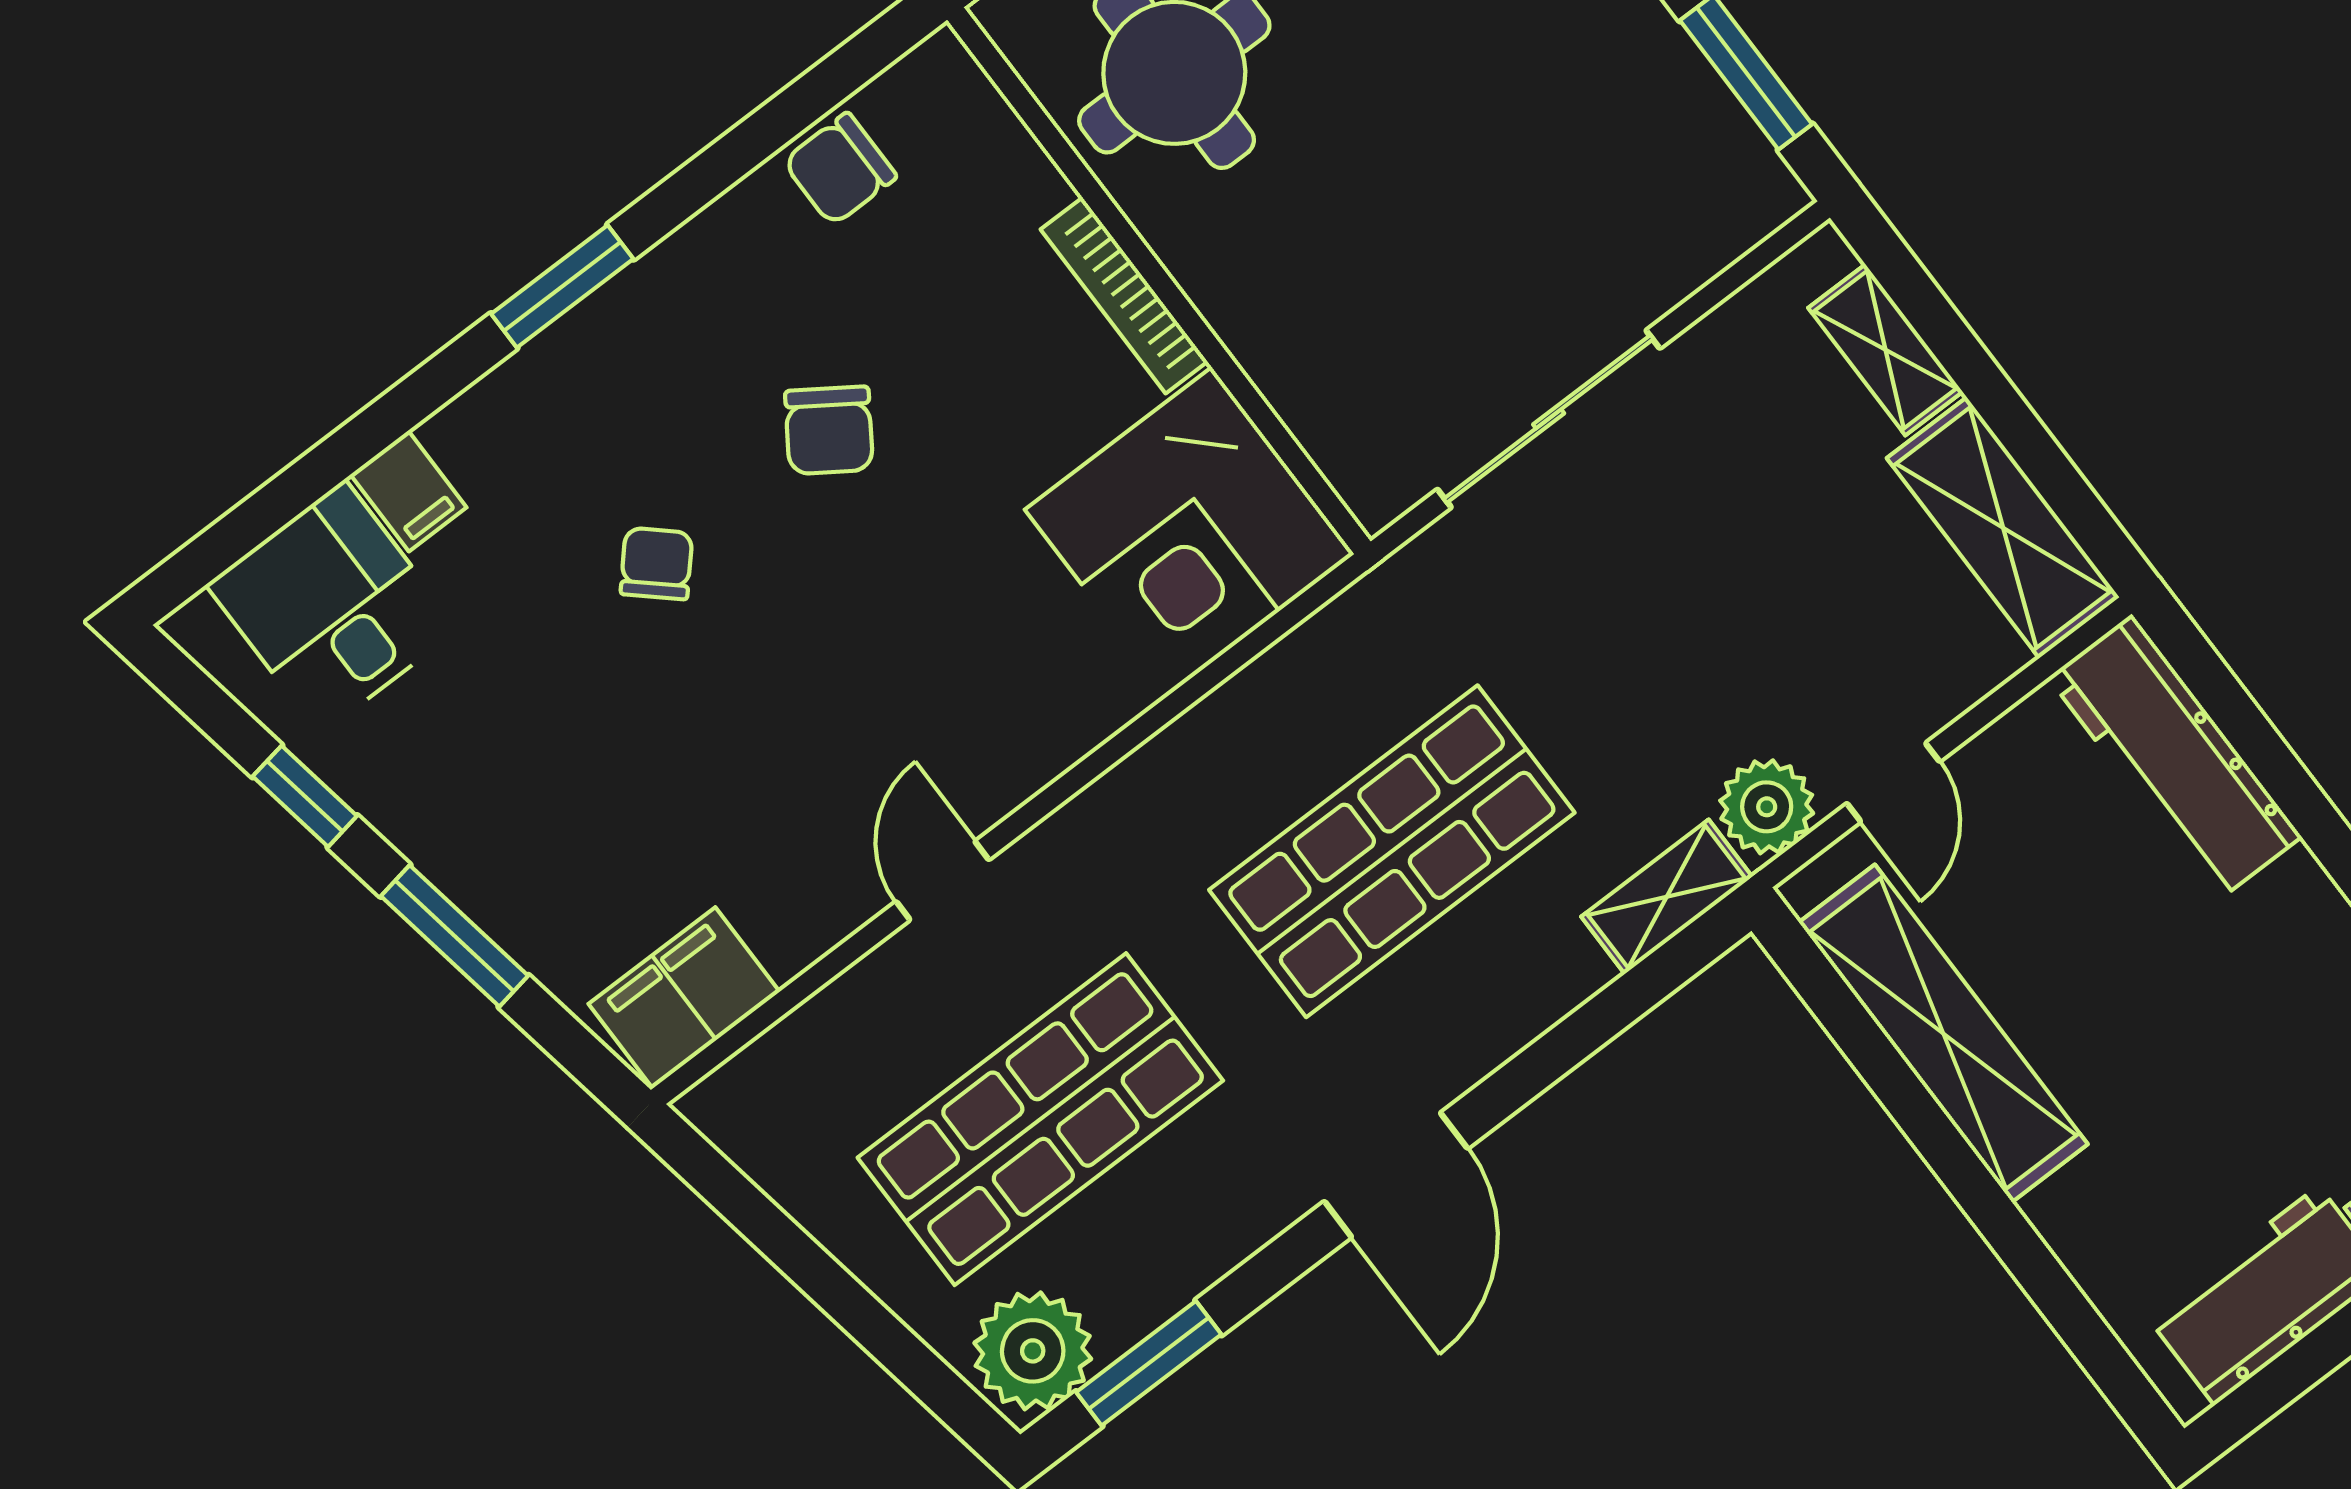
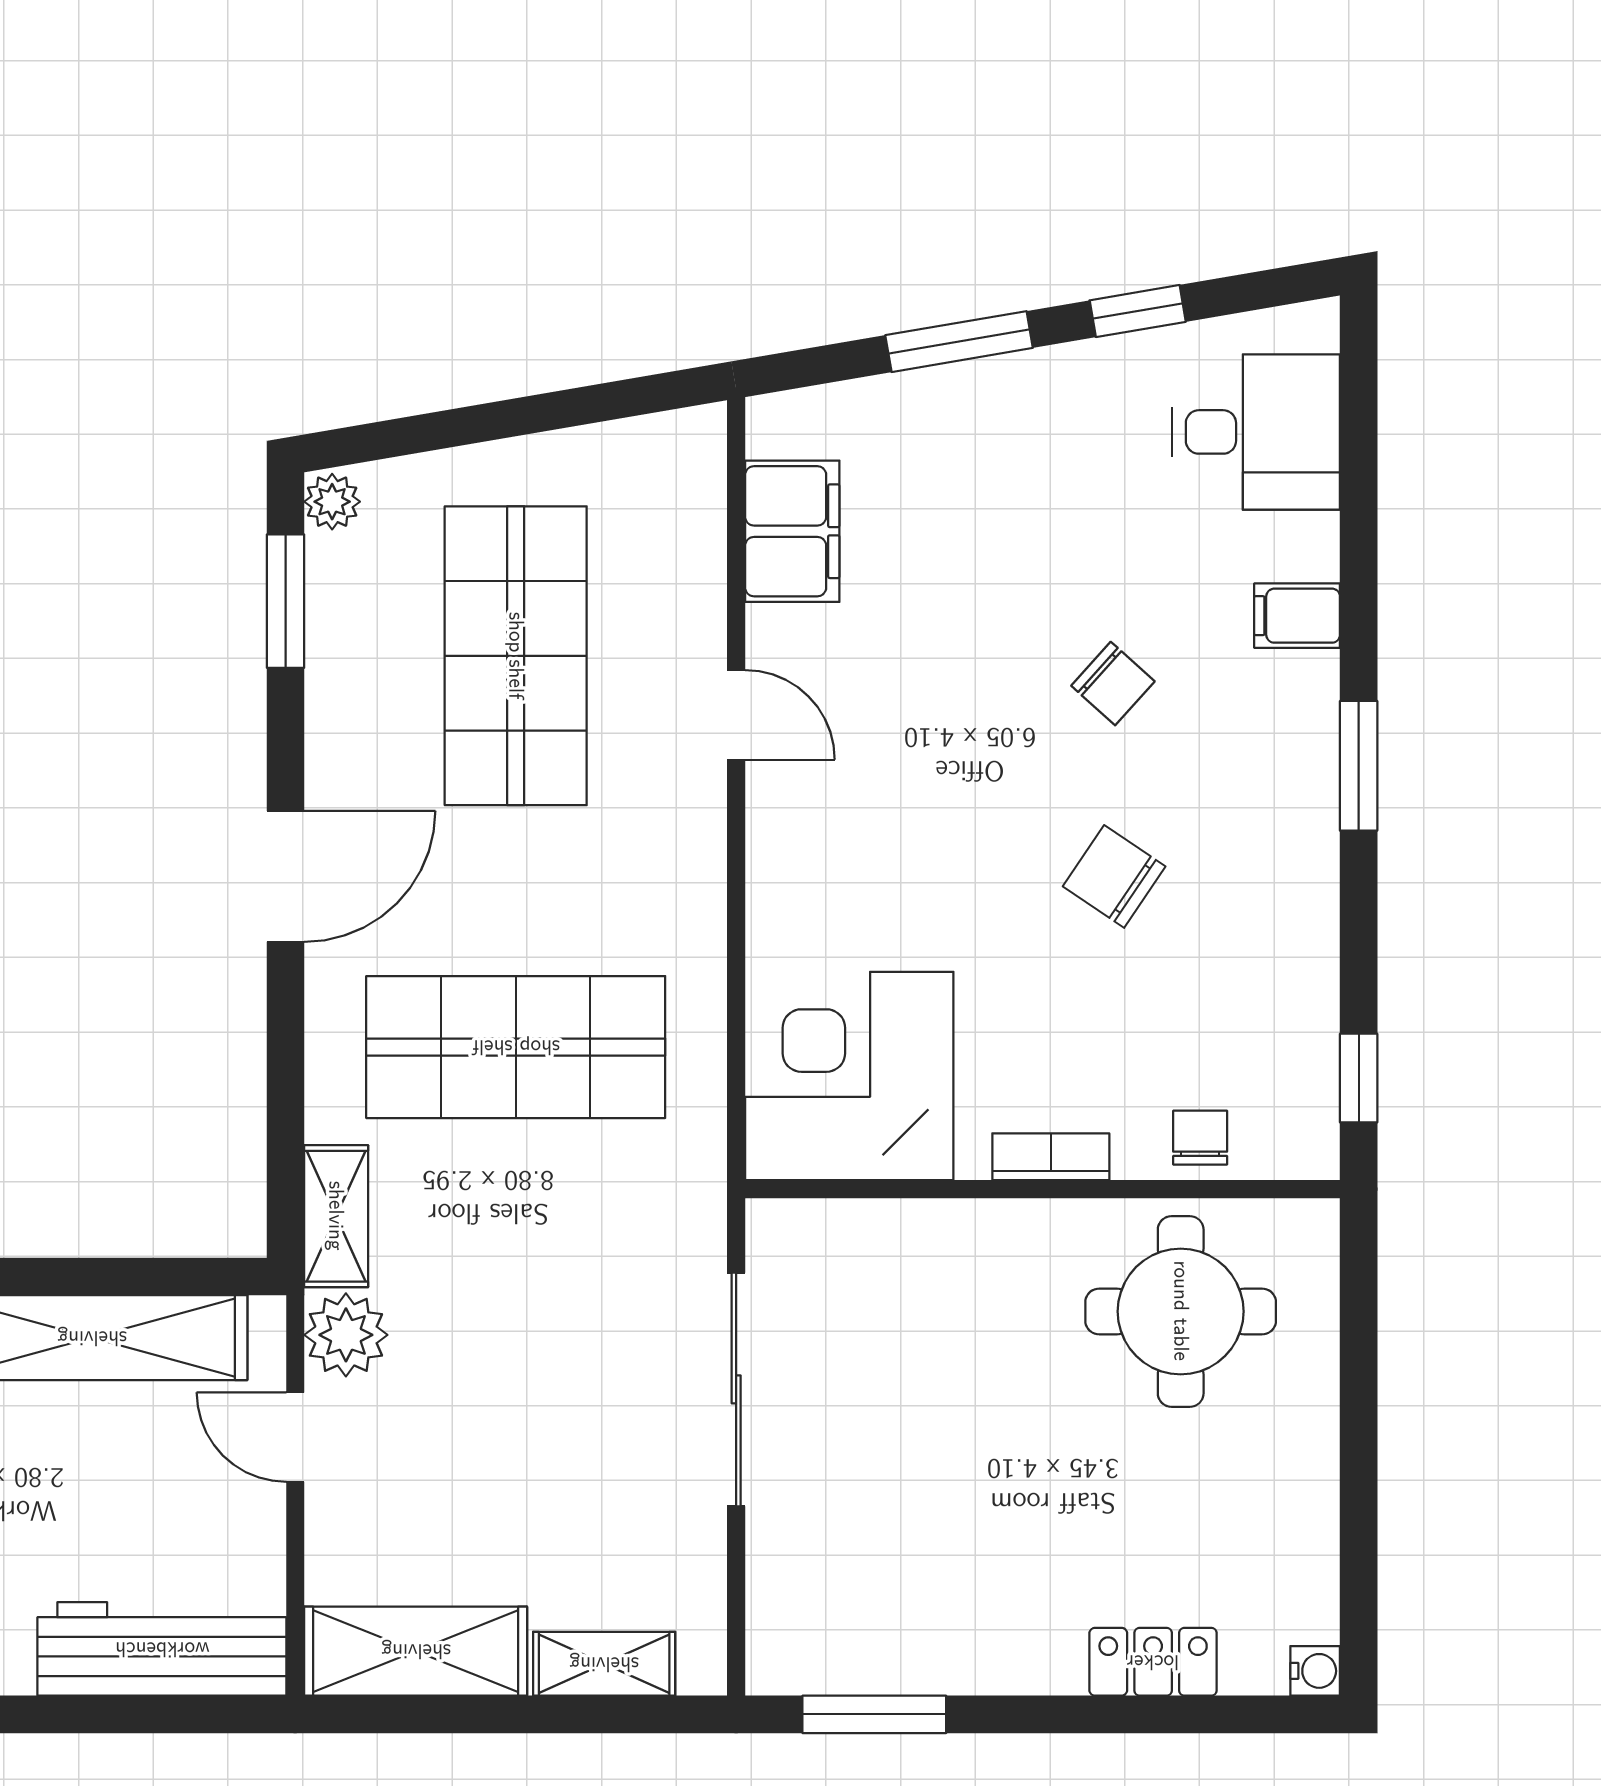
window: (843, 73) -> (1359, 1078), added
chair: (840, 169) -> (1200, 1138), moved, width x0.73, depth x0.73
bookcase: (1124, 295) -> (1051, 1157), width x0.64
filing cabinet: (408, 491) -> (1297, 616), moved
shop shelf: (1392, 851) -> (516, 1047), turned 90
filing cabinet: (684, 998) -> (792, 531), moved
door: (1396, 1175) -> (286, 876), swing flipped
plant: (1033, 1351) -> (332, 502), width x0.53, depth x0.53

